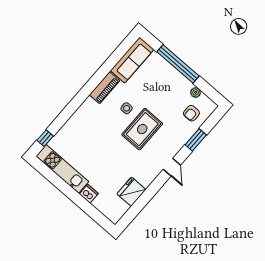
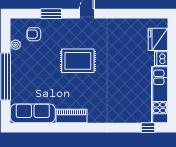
side table: (127, 108) -> (72, 86), removed
armchair: (191, 113) -> (34, 34), turned 180
fridge: (131, 192) -> (158, 39), moved, turned 90

